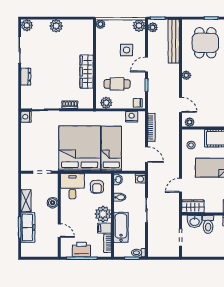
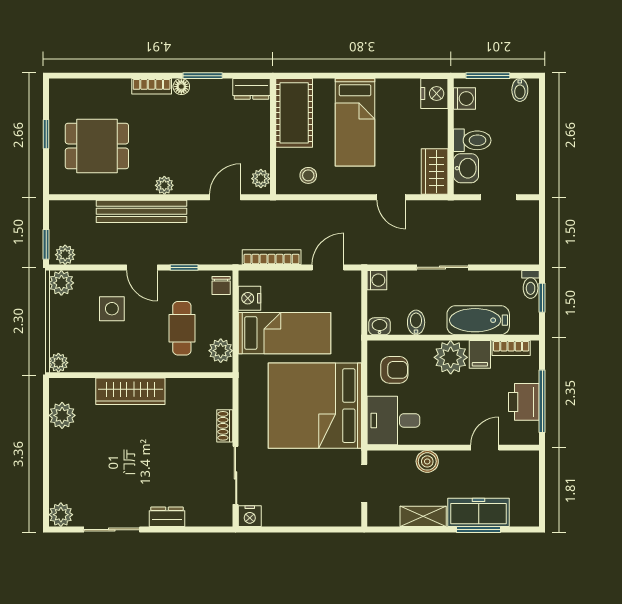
plant: (56, 26) -> (62, 415), moved
bench: (174, 41) -> (142, 211), moved
wardrobe: (87, 72) -> (130, 391), moved
bed: (111, 148) -> (284, 333), moved, turned 180

